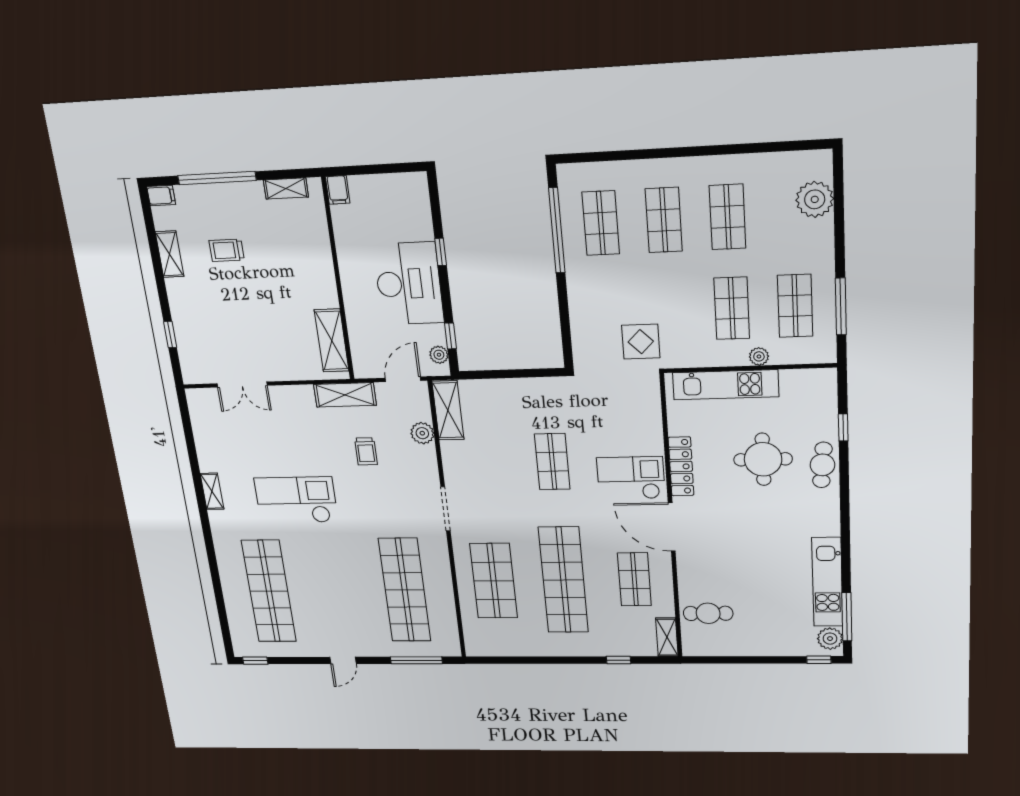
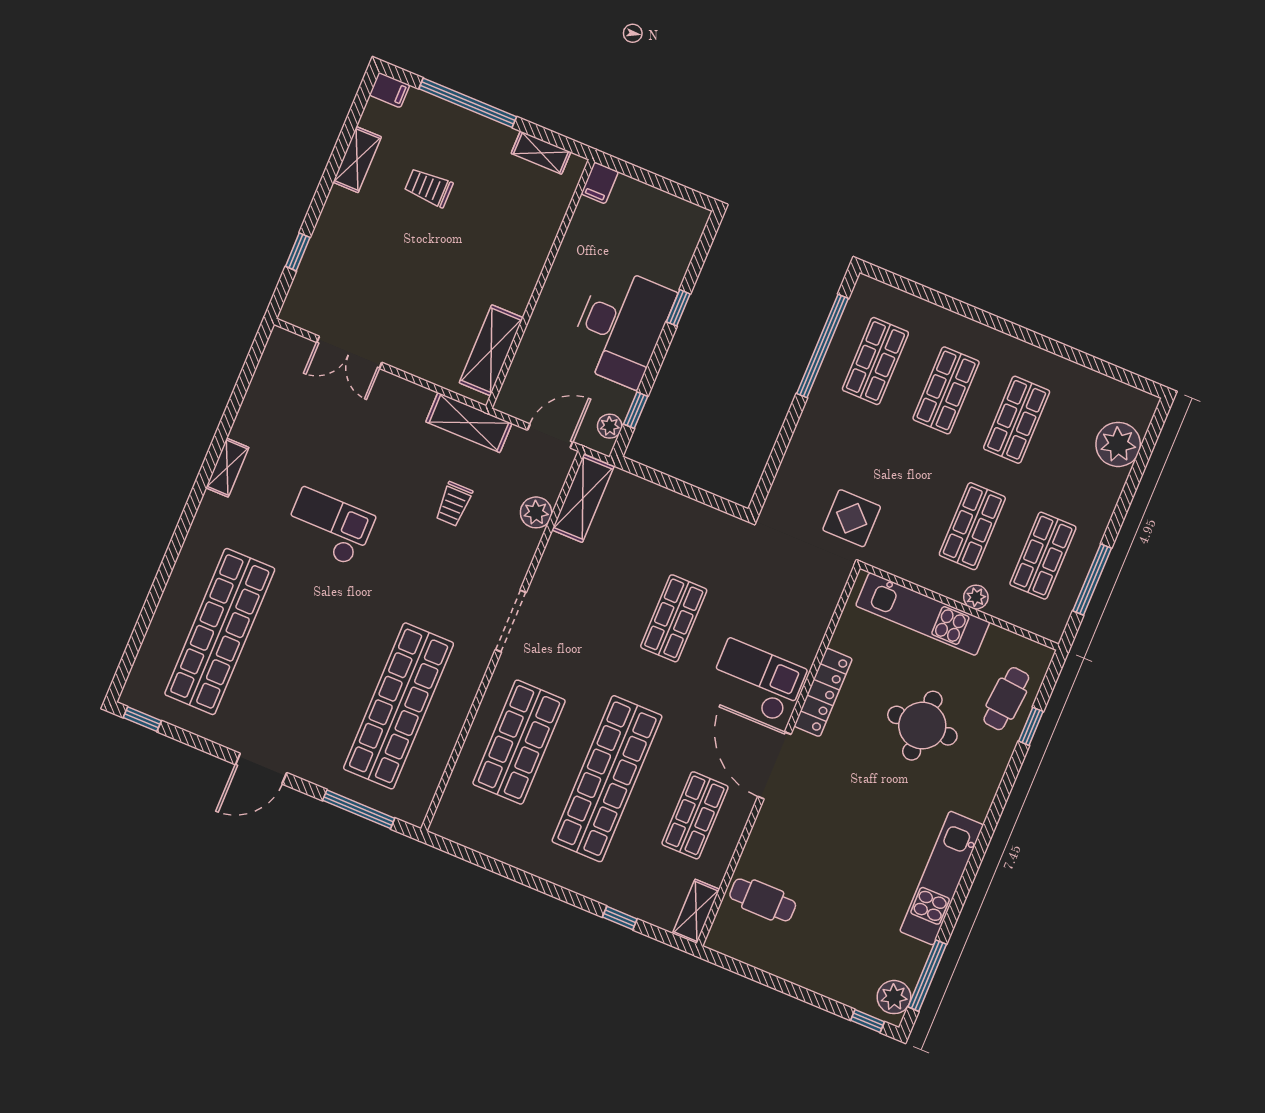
cafe table: (822, 465) -> (1006, 699), moved
checkout: (296, 500) -> (329, 527), width x0.73, depth x0.83
kitchen unit: (827, 582) -> (942, 878), moved
door: (343, 660) -> (261, 769), width x1.38

